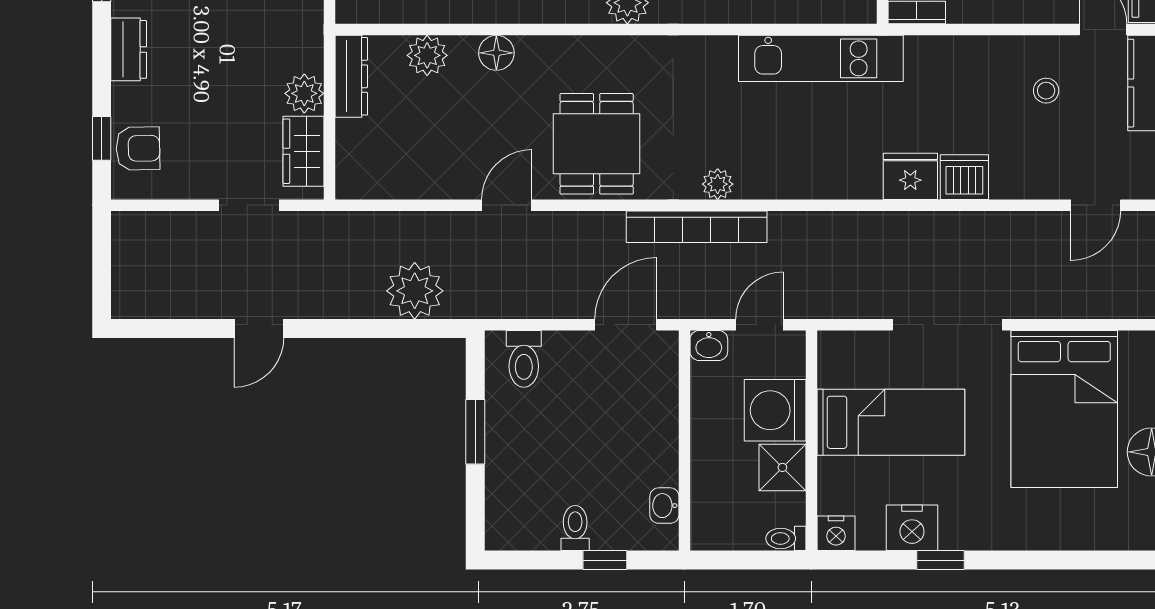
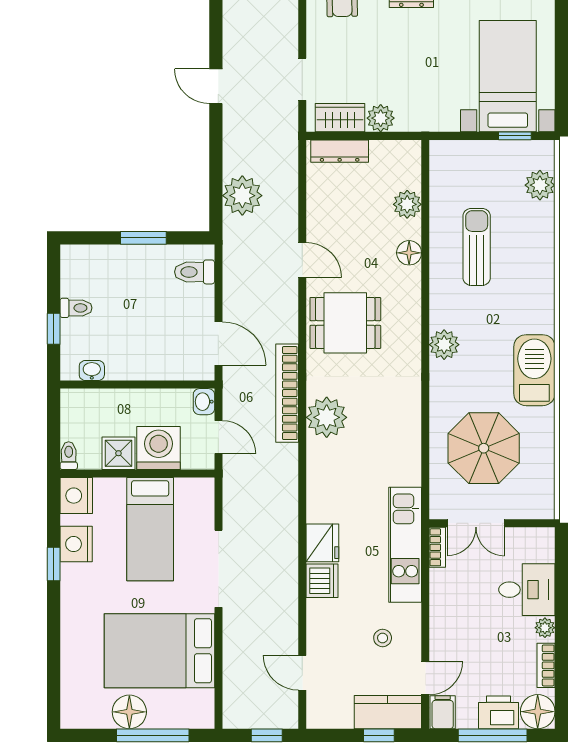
kitchen unit: (821, 58) -> (405, 545), moved
dresser: (351, 76) -> (340, 151), moved
plant: (718, 184) -> (327, 417), width x1.88, depth x1.88
nightstand: (836, 533) -> (76, 496), width x1.36, depth x1.33

